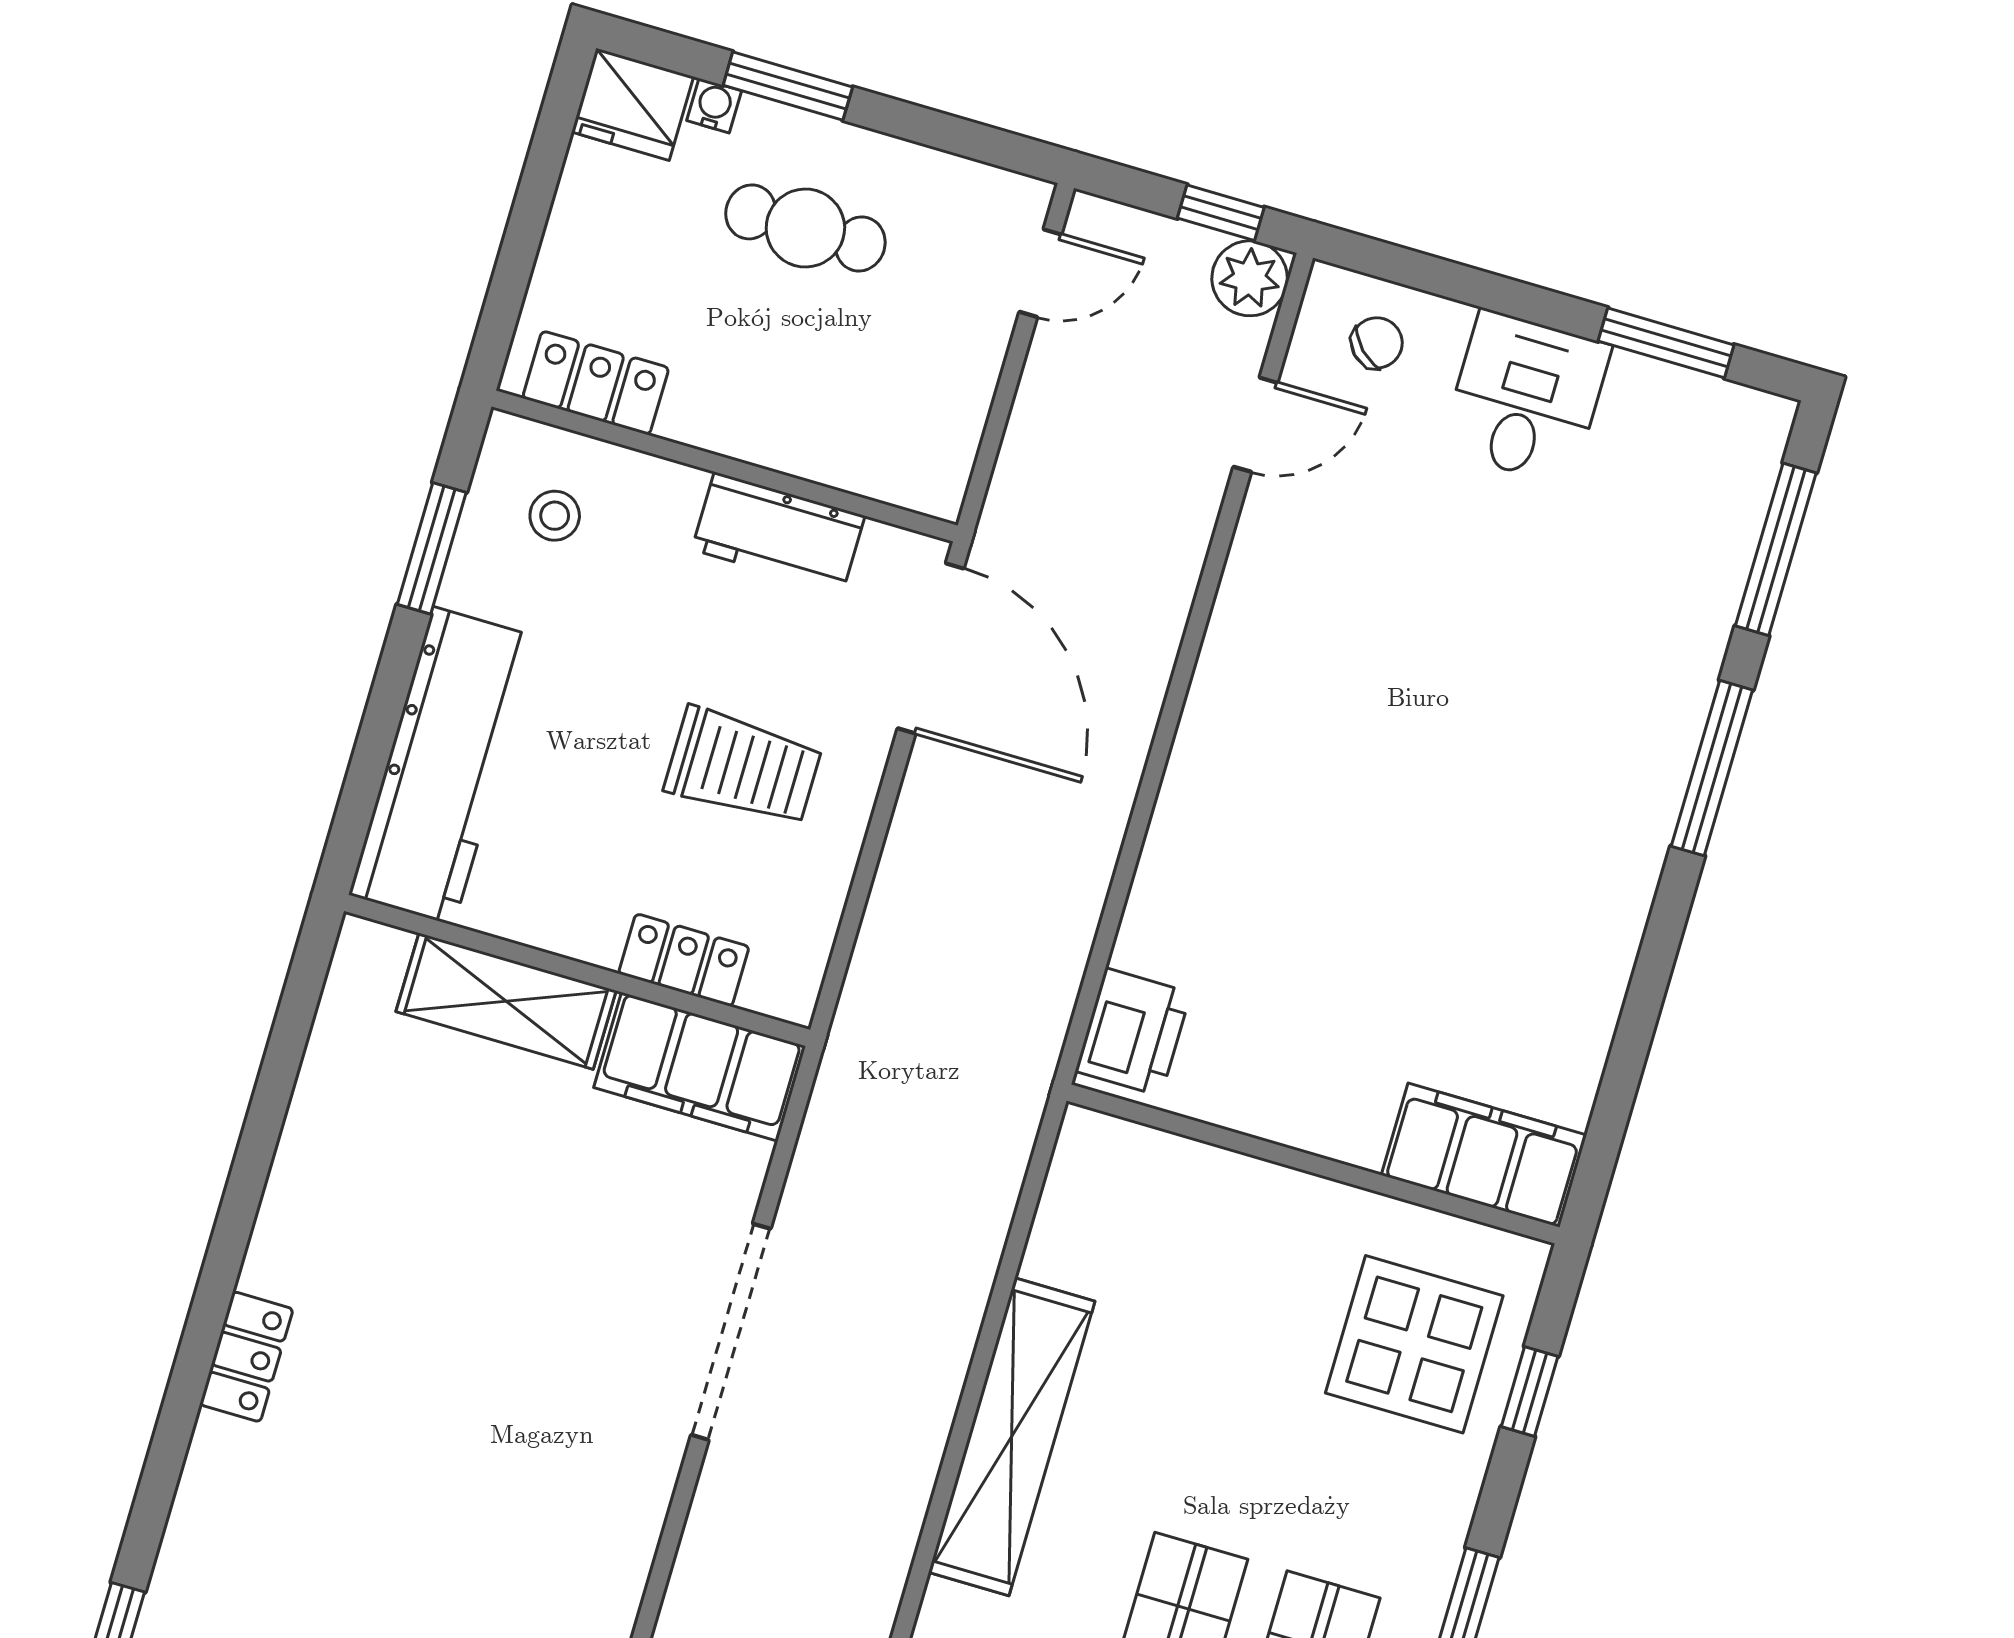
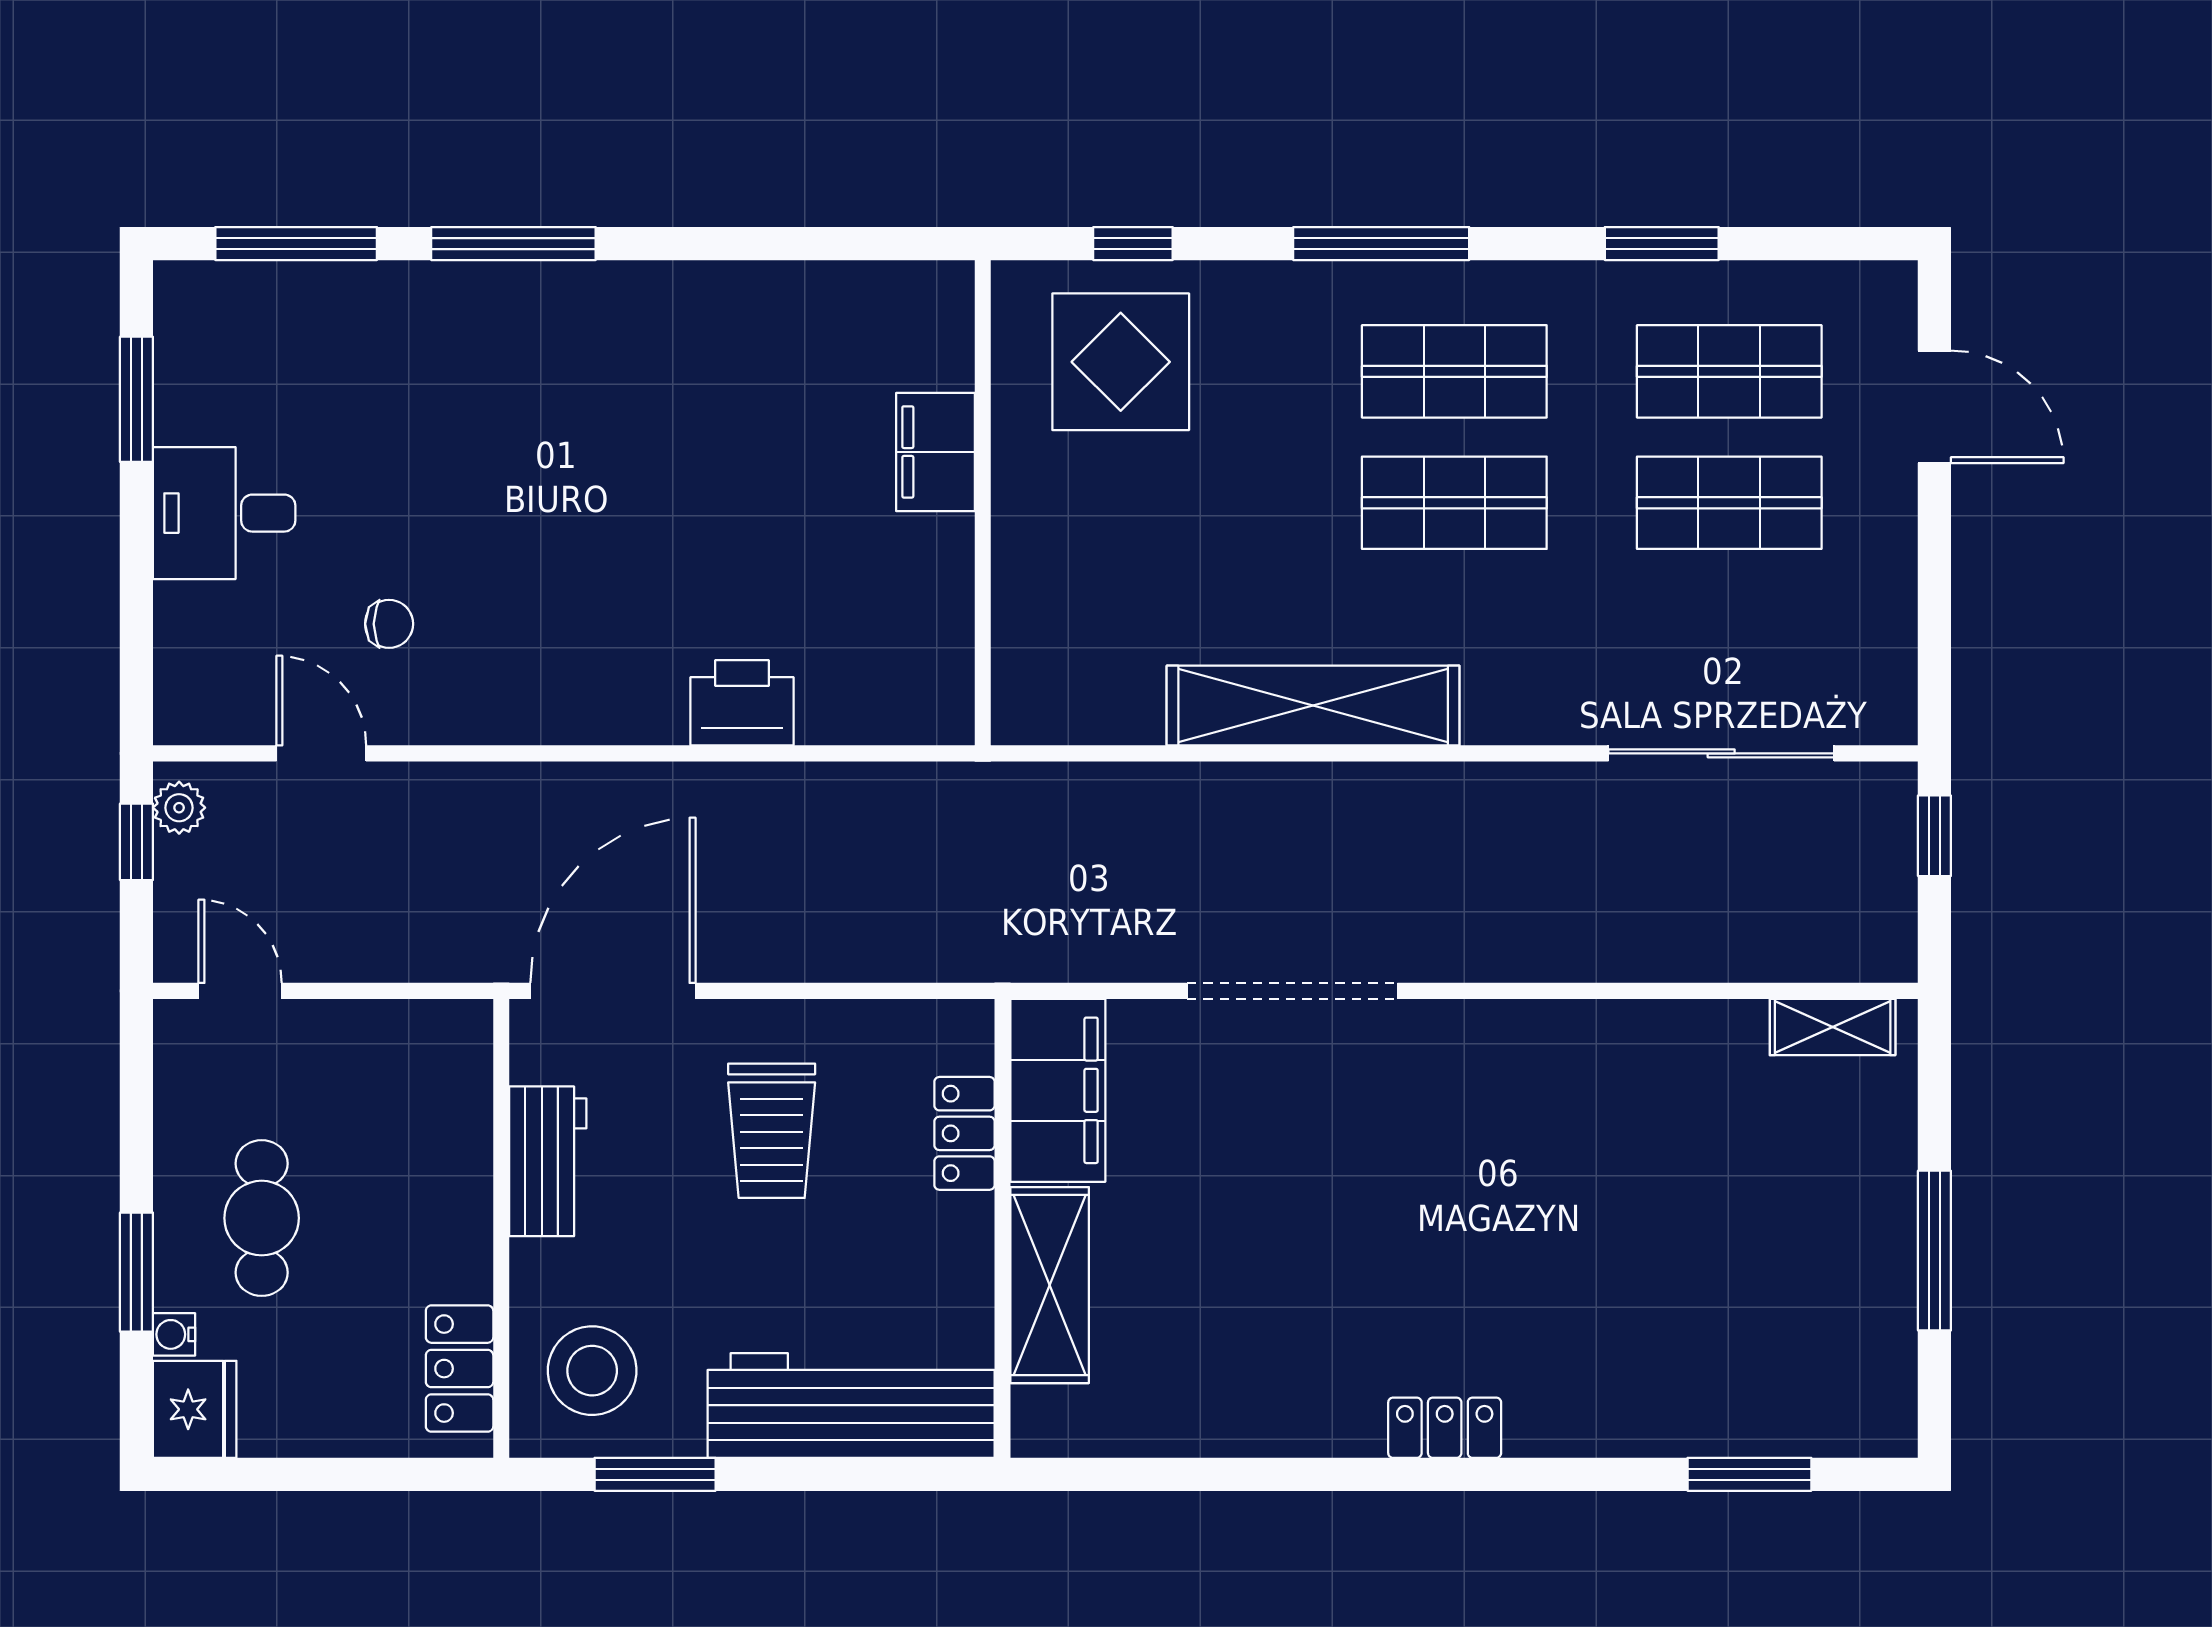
plant: (1250, 278) -> (179, 808), width x0.73, depth x0.73
chair: (1377, 343) -> (389, 624), moved, turned 135
stool: (555, 516) -> (592, 1371), width x1.89, depth x1.89
trolley: (743, 767) -> (772, 1131), turned 180
printer: (1133, 1032) -> (742, 703), moved
filing cabinet: (1484, 1155) -> (935, 452), moved, width x0.67, depth x0.86

